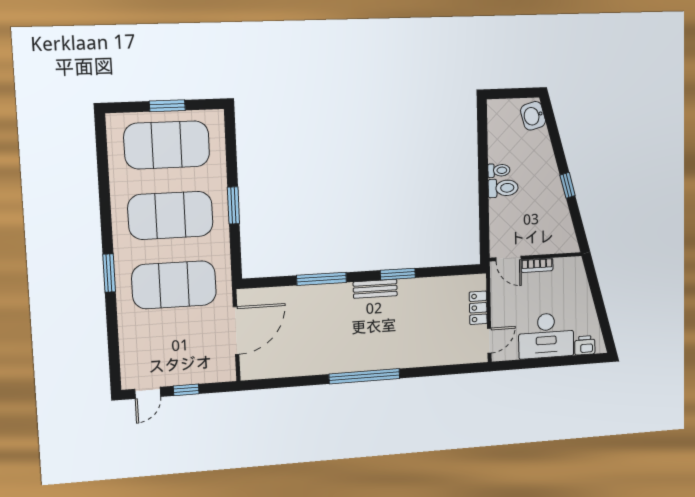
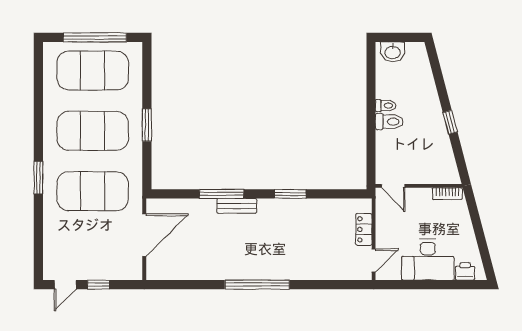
window: (167, 106) -> (95, 37), width x2.11
washbasin: (533, 116) -> (393, 52), moved, turned -75
bookcase: (537, 265) -> (447, 194), moved
bench: (375, 289) -> (237, 206), moved

